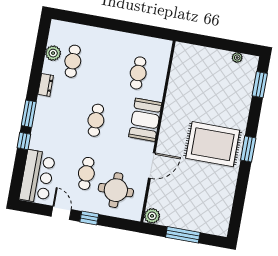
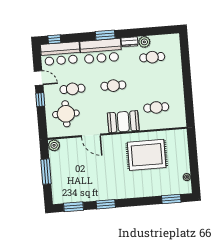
plant: (53, 53) -> (144, 42), moved
bar counter: (48, 124) -> (101, 51), added
window: (24, 141) -> (54, 39), moved
rug: (213, 144) -> (147, 155), moved, turned 90
window: (248, 149) -> (106, 204), moved
window: (237, 212) -> (74, 207), added
door: (61, 213) -> (39, 78), hinge flipped

